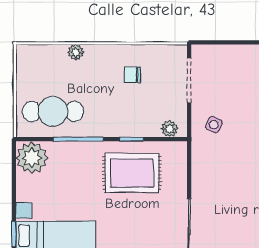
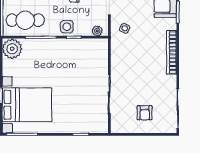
side table: (120, 122) -> (67, 27), added
rug: (132, 173) -> (74, 58), removed

